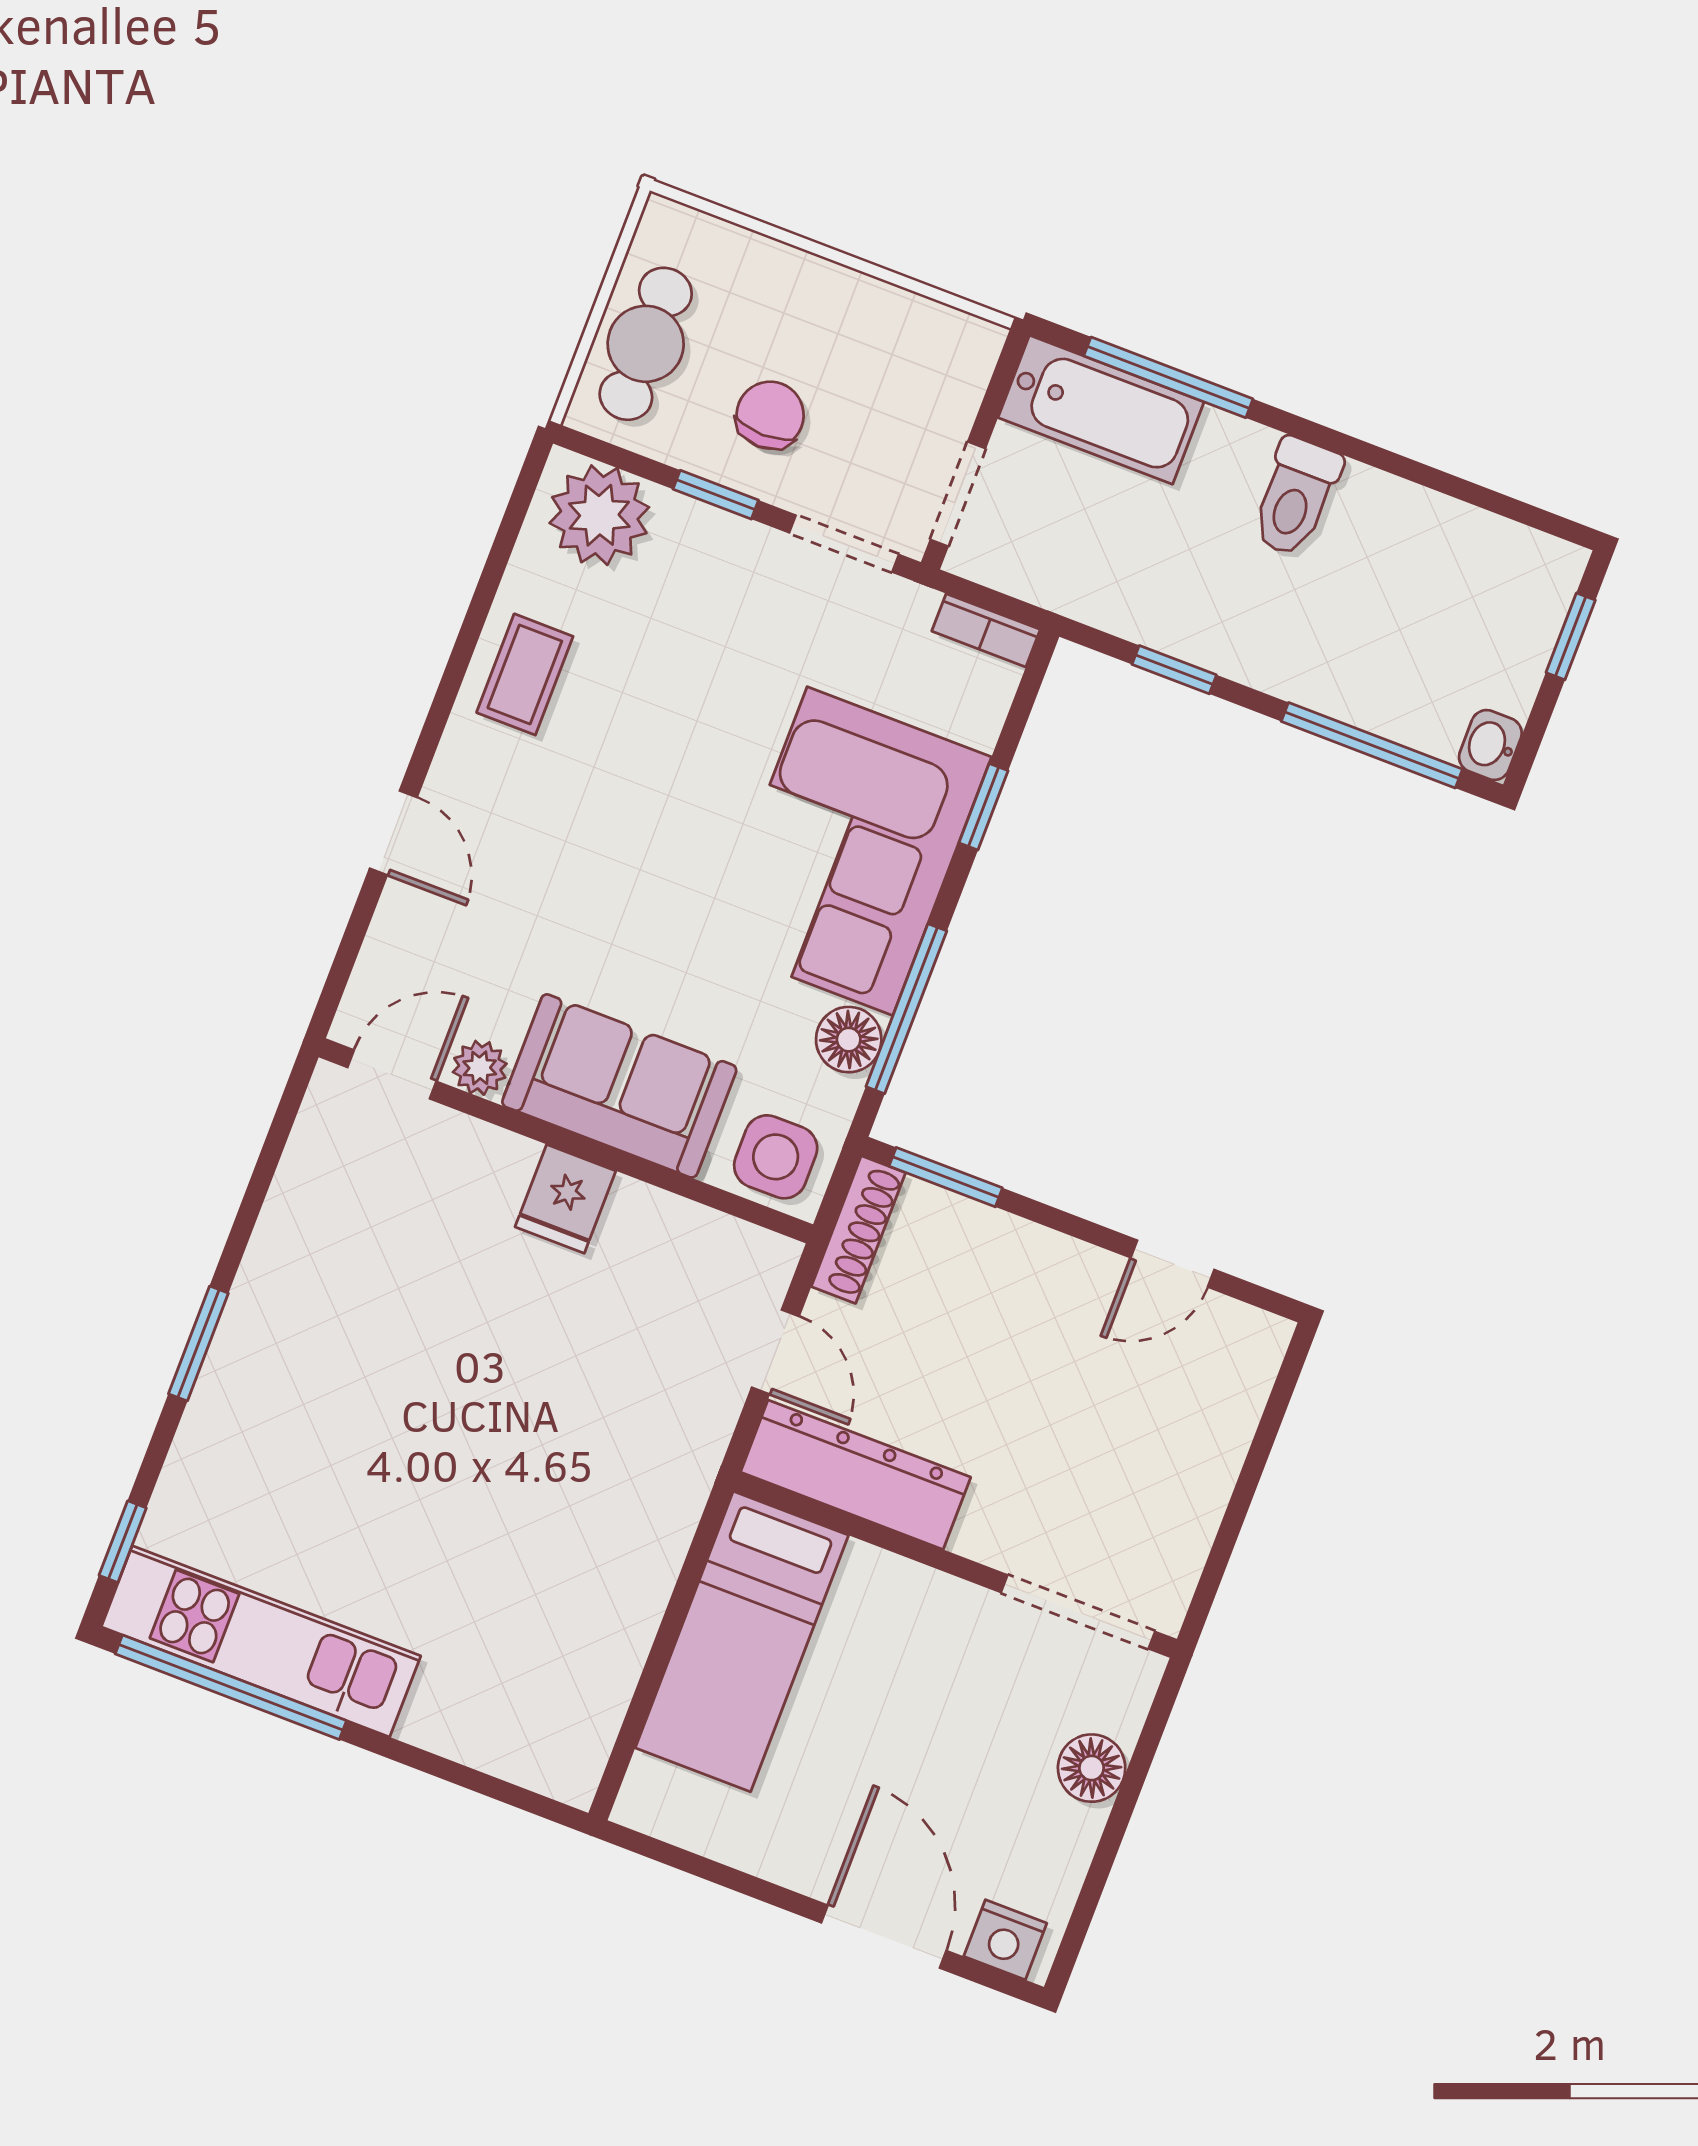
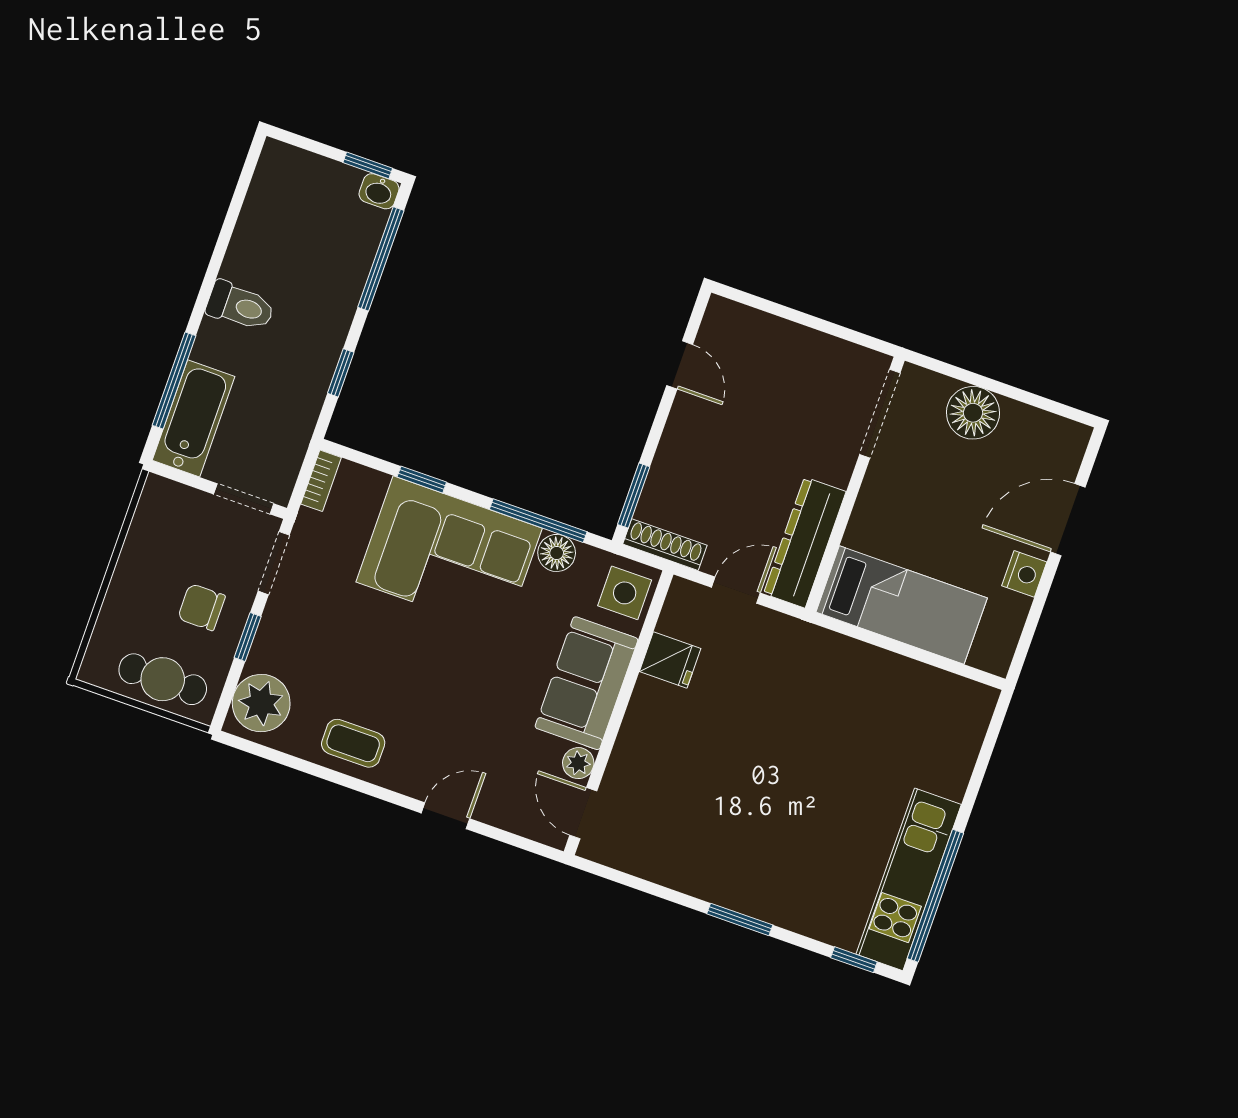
window: (1571, 636) -> (368, 165), moved
fridge: (565, 1199) -> (670, 660), moved
floor lamp: (1092, 1768) -> (973, 413), width x1.38, depth x1.38
nightstand: (1005, 1940) -> (1024, 574), moved

